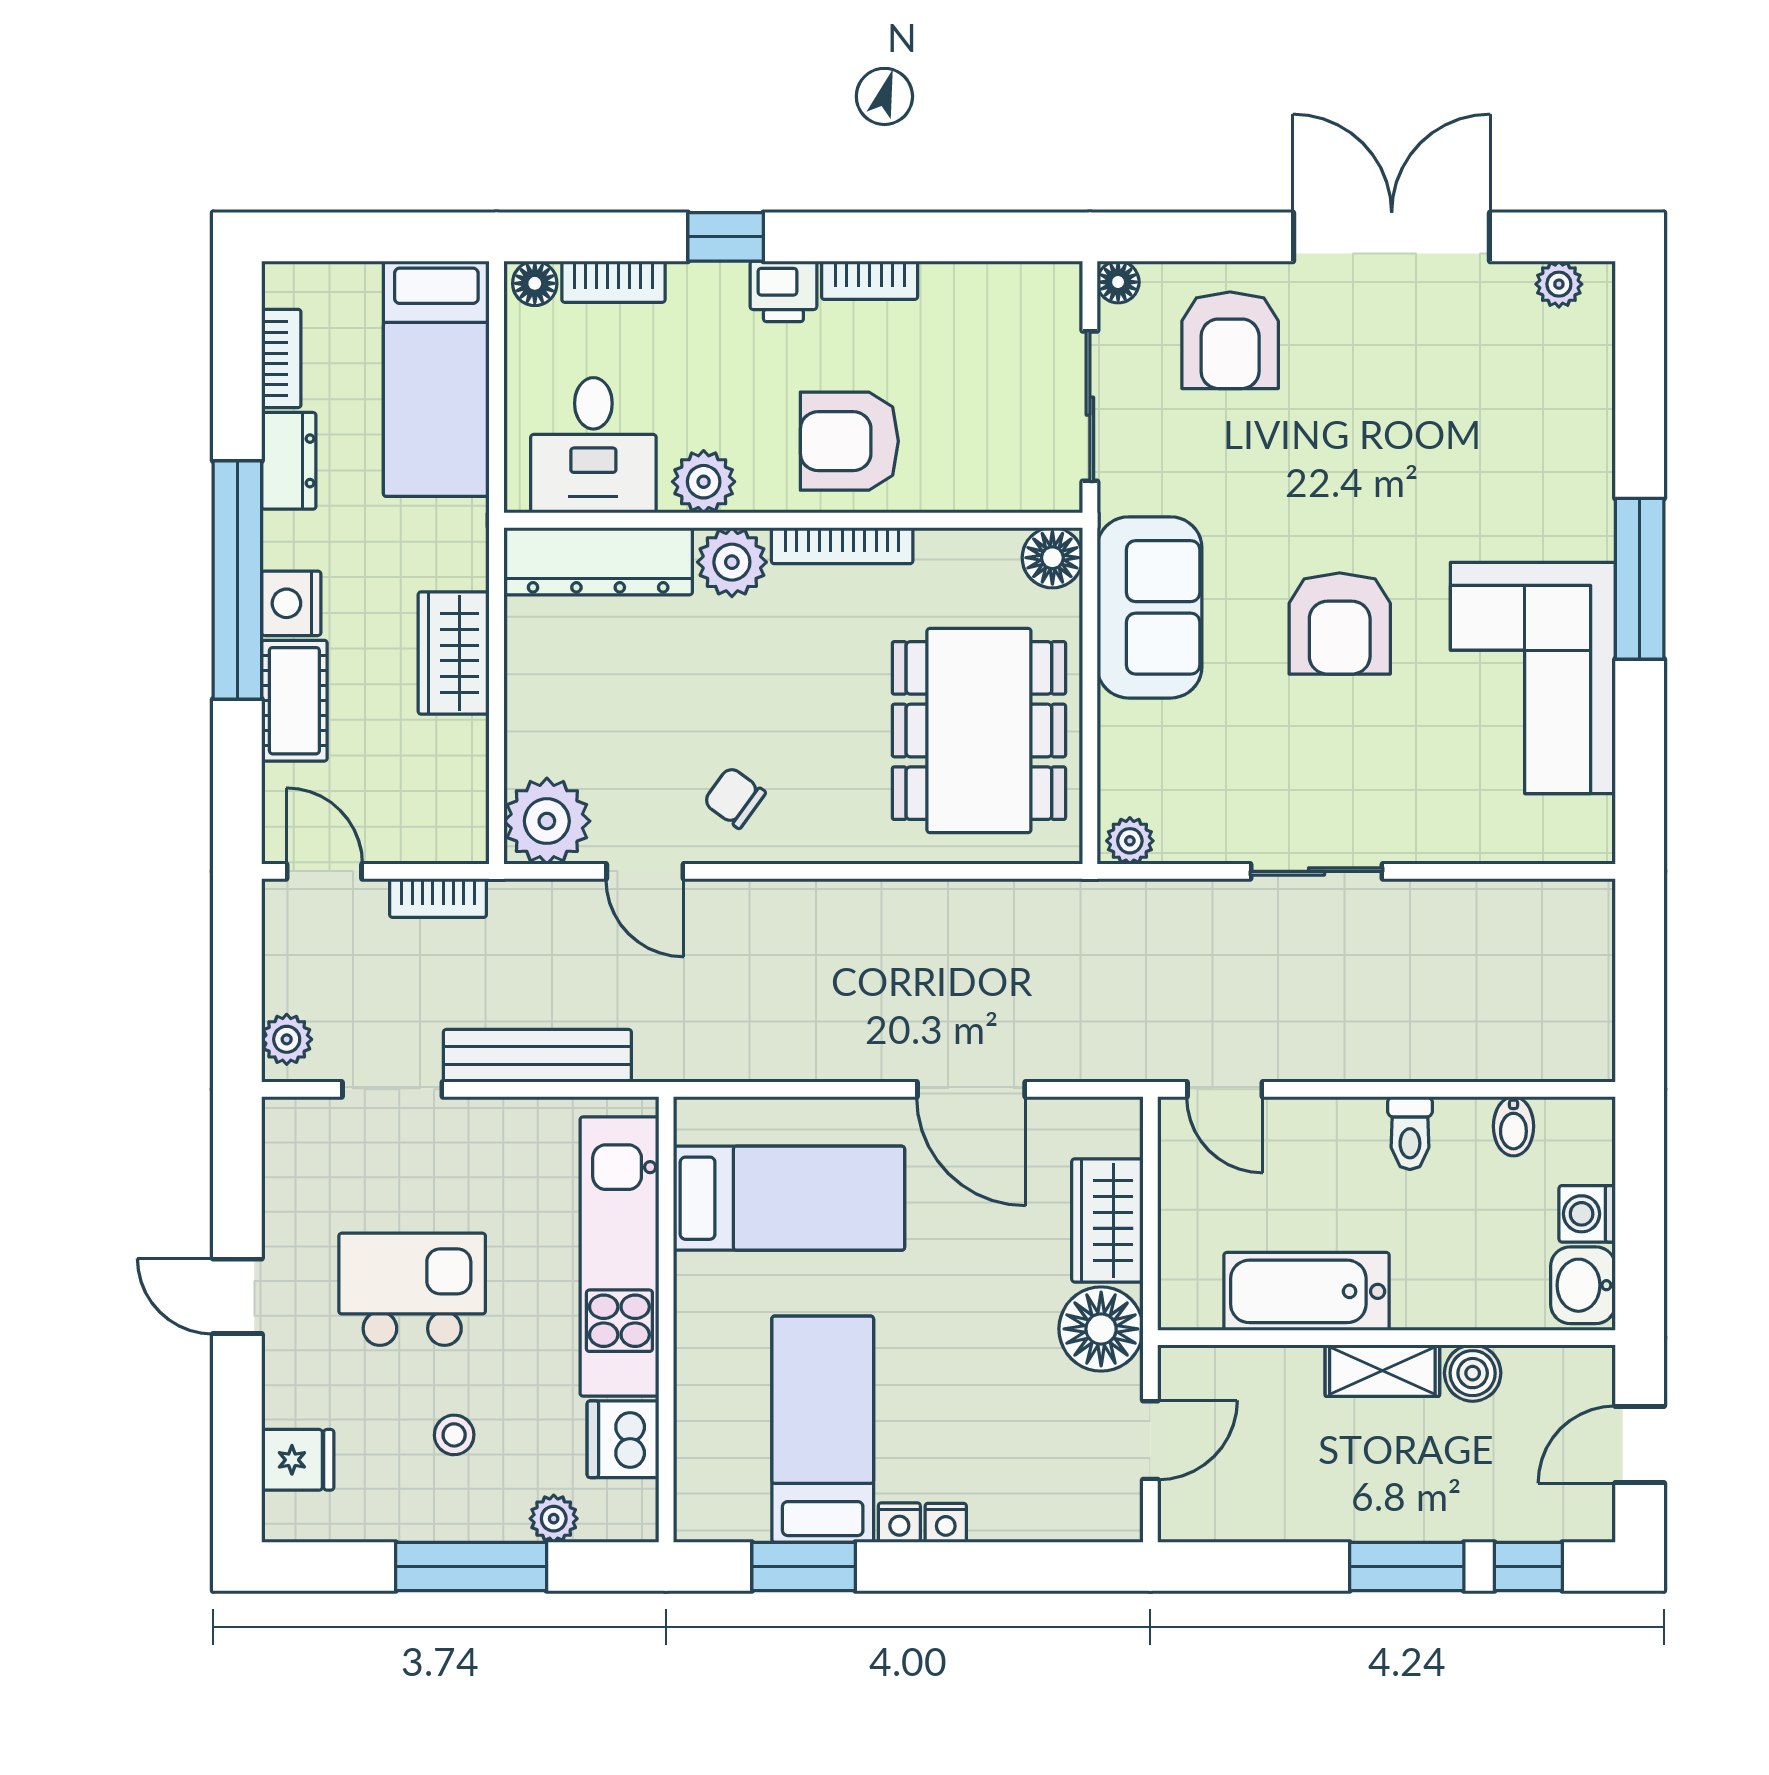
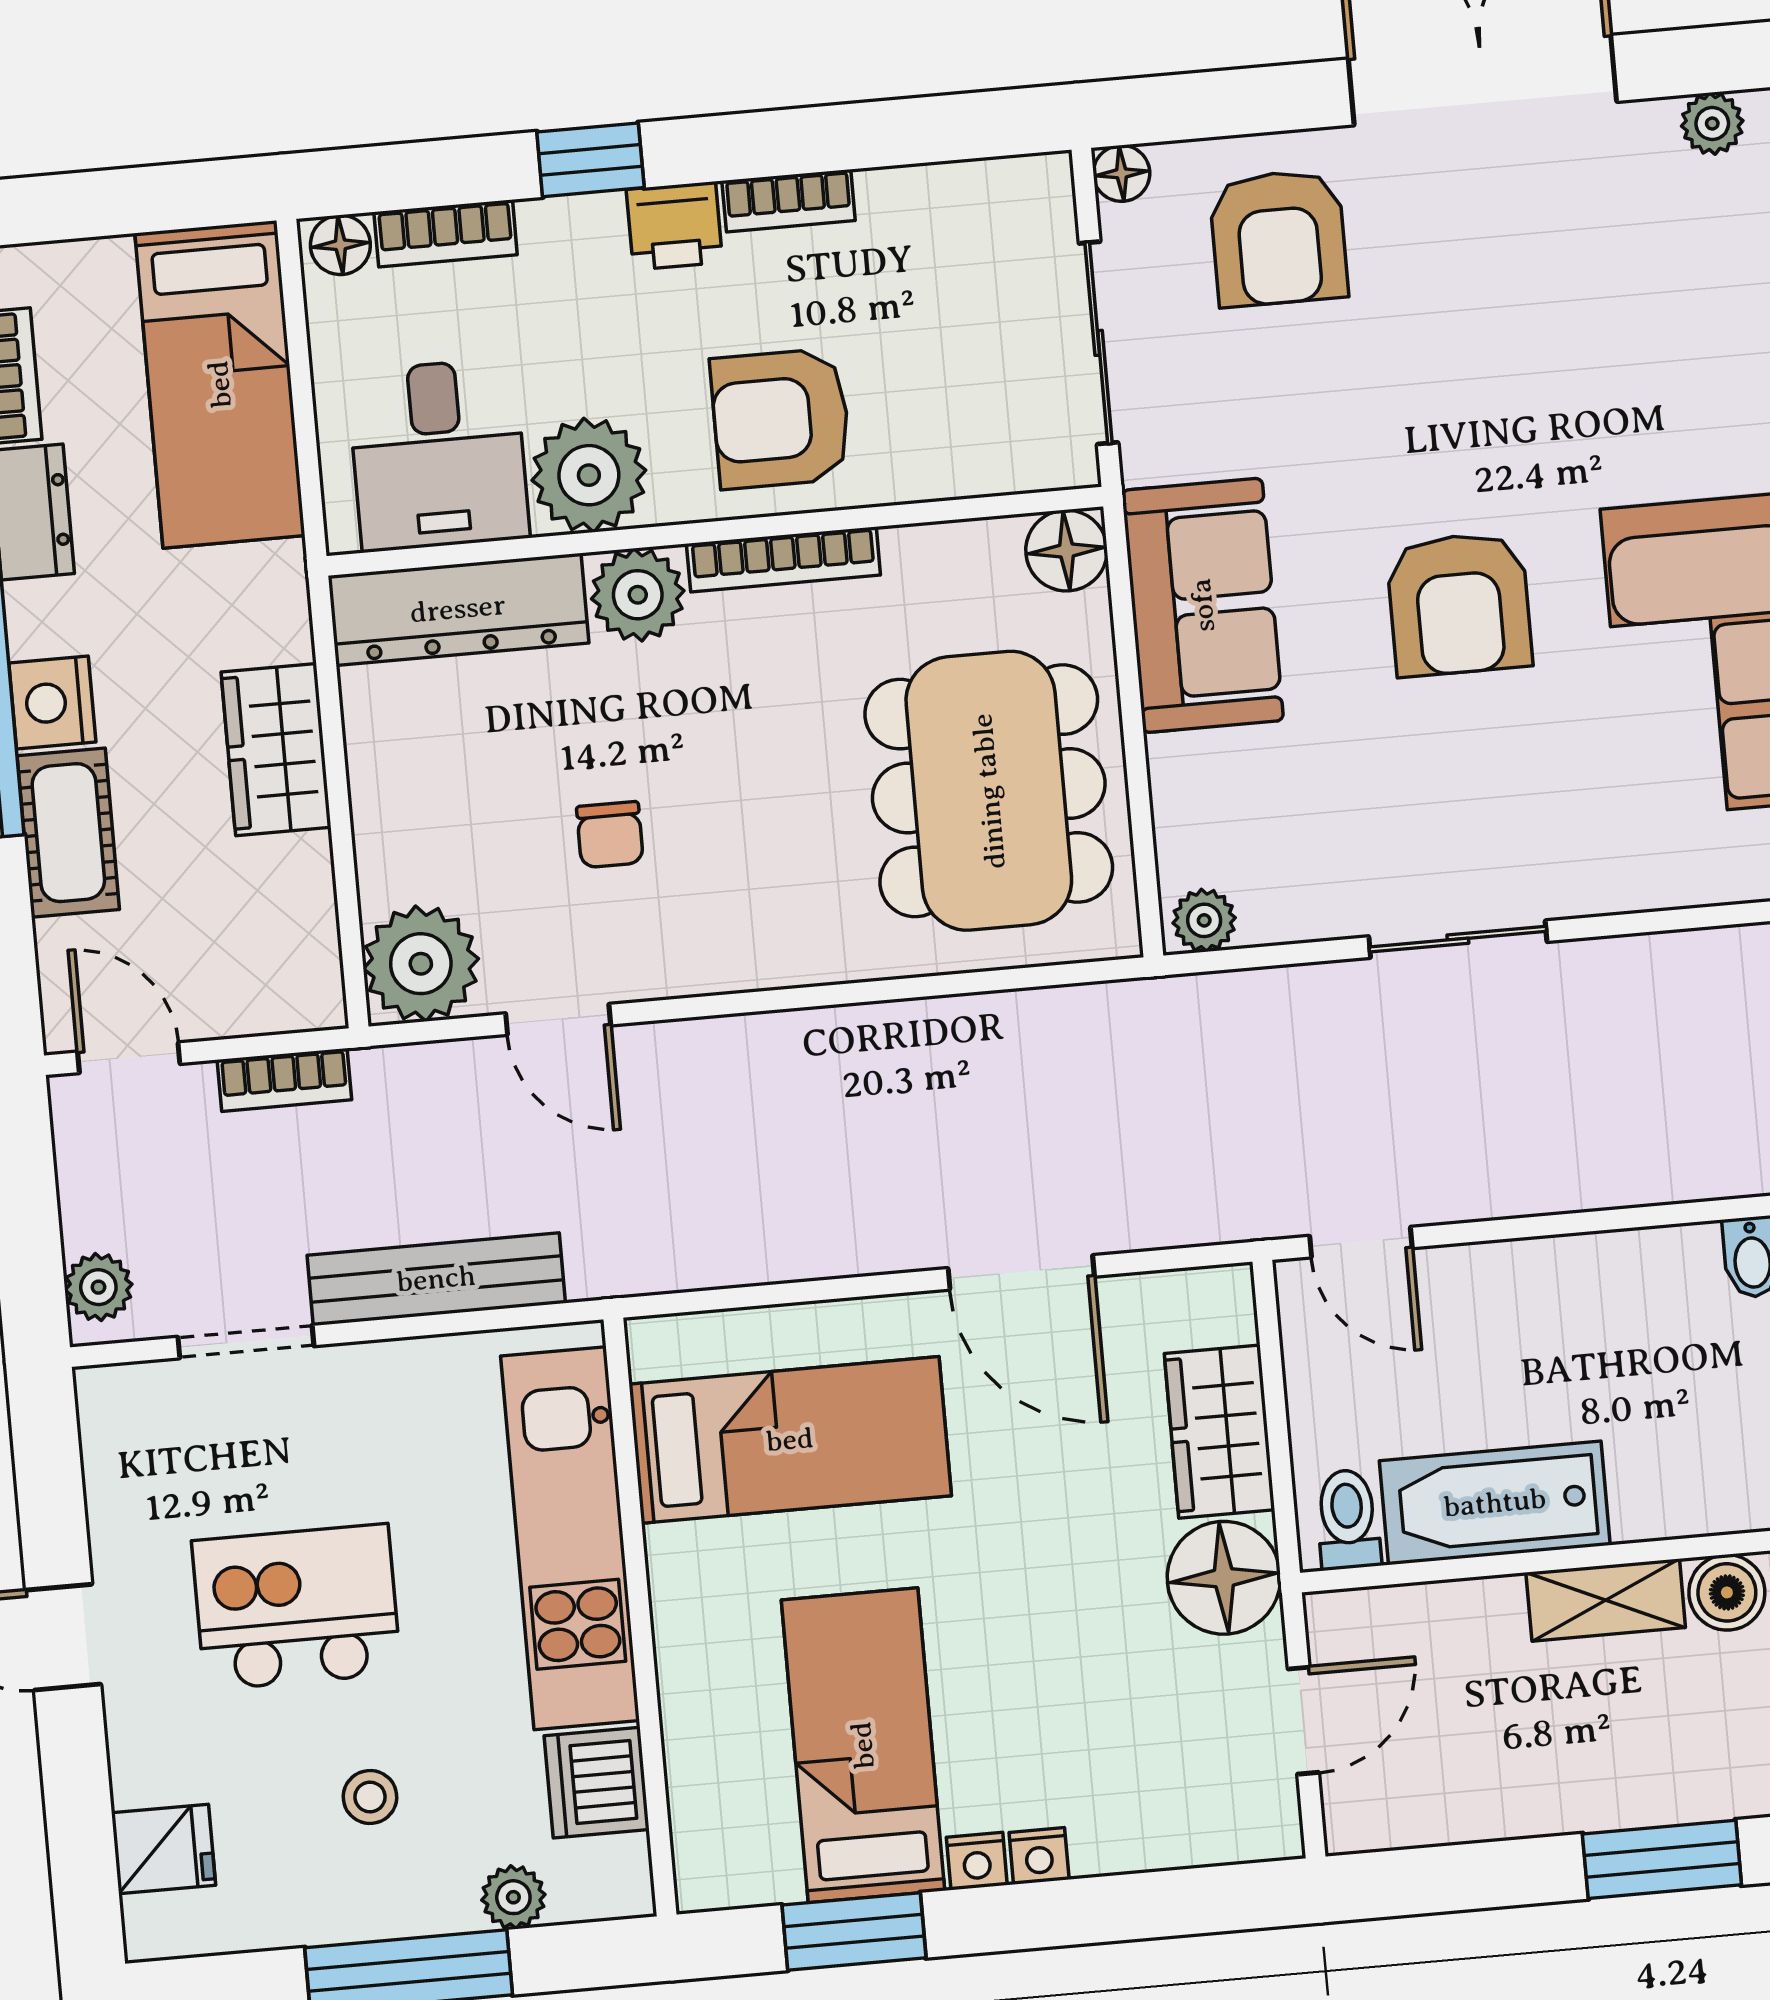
plant: (704, 482) -> (589, 475), width x1.36, depth x1.36
chair: (734, 797) -> (610, 835), moved, turned -126
toilet: (1410, 1133) -> (1348, 1519), moved, turned 180

